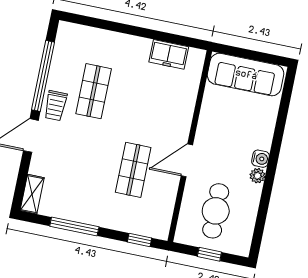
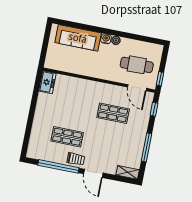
freezer: (169, 54) -> (47, 82), moved
sofa: (246, 75) -> (78, 38), moved, turned 90
door: (187, 160) -> (137, 88), moved
window: (209, 254) -> (160, 79), moved

